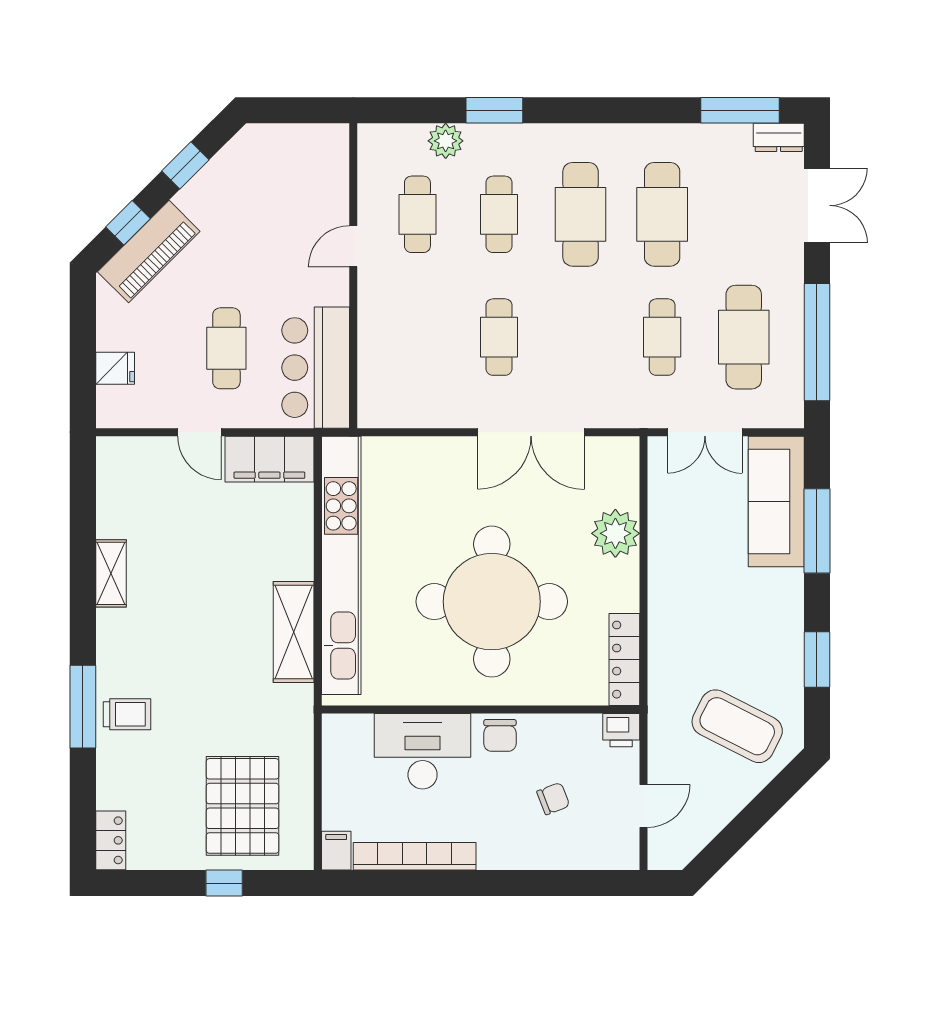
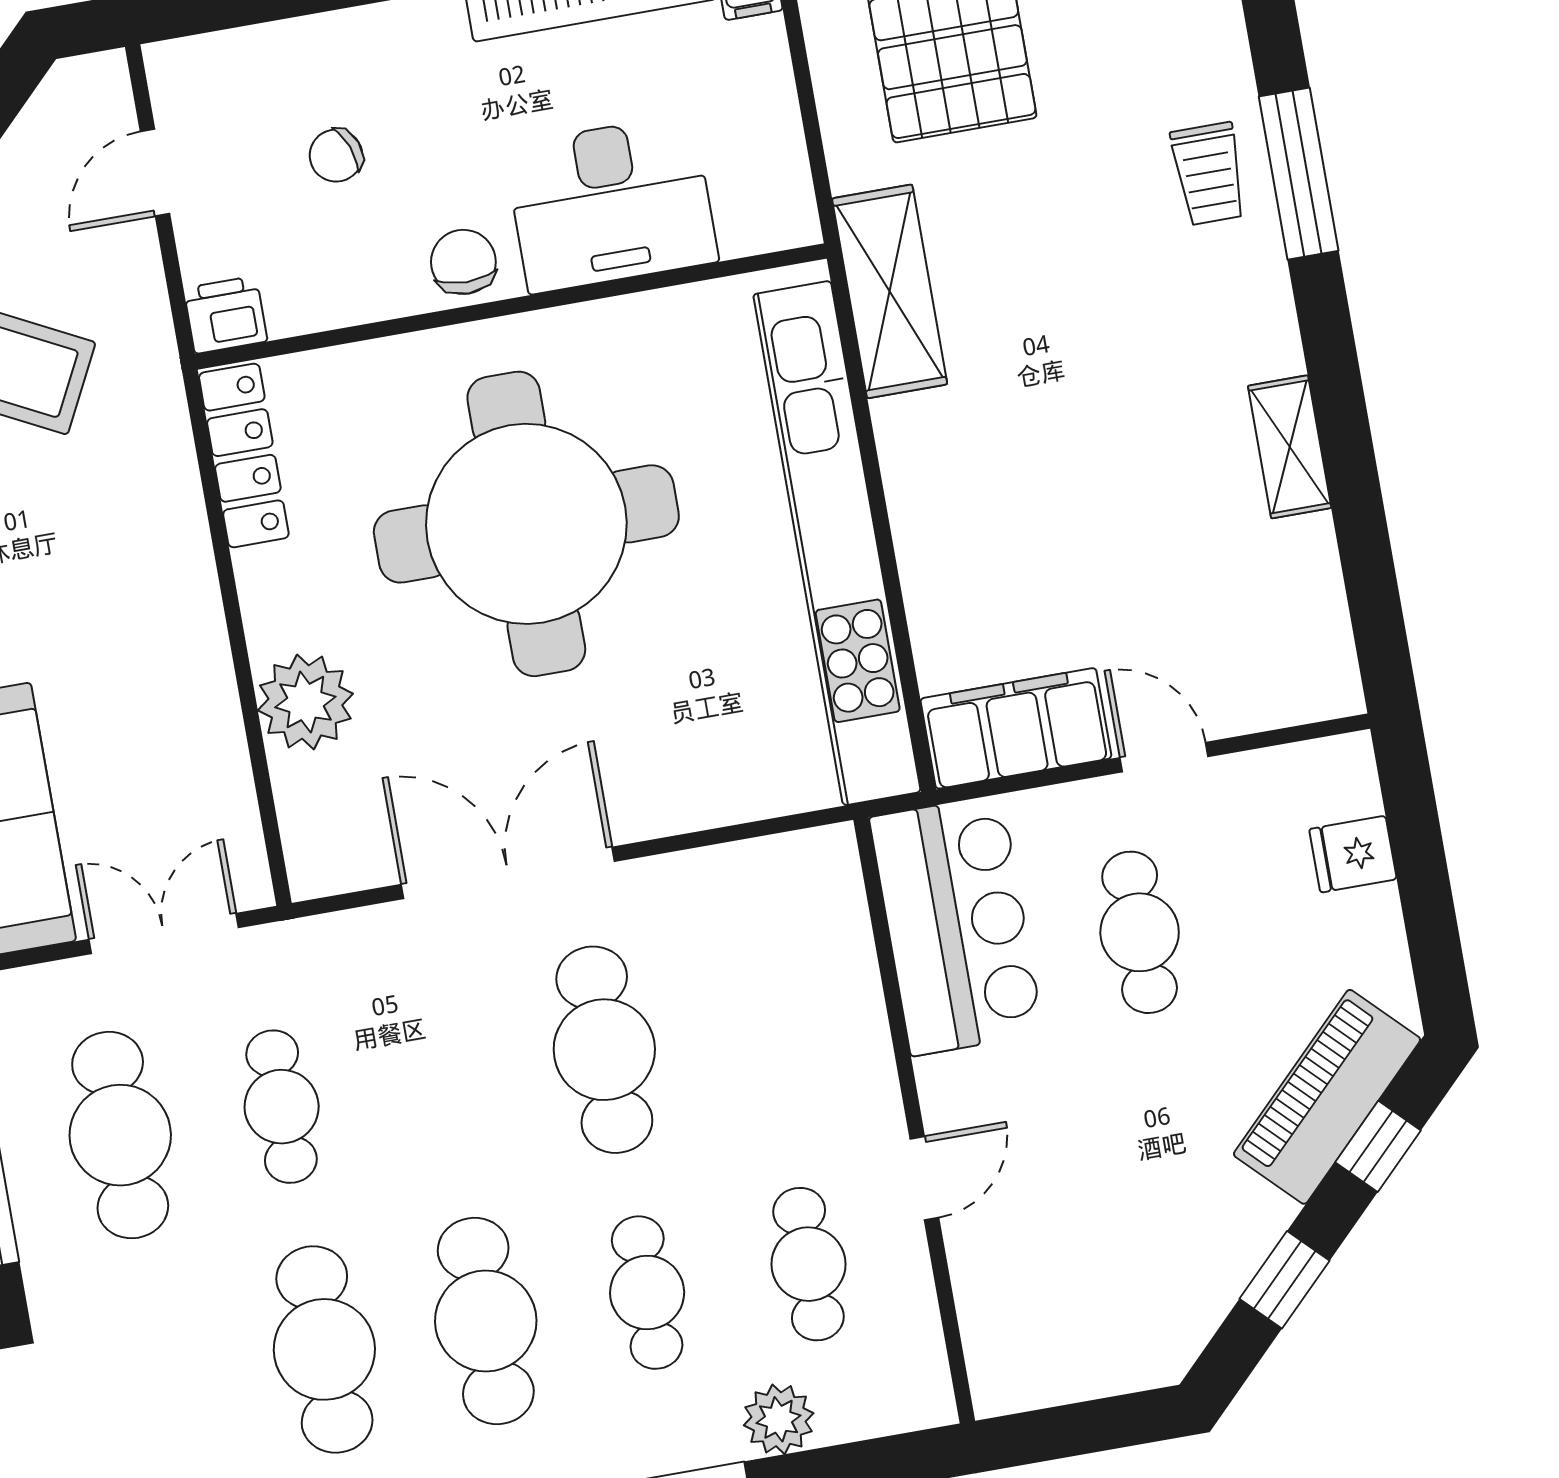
cafe table: (499, 337) -> (604, 1050), width x1.37, depth x1.35
shelving: (294, 632) -> (890, 291), moved
trolley: (127, 714) -> (1209, 174), turned -90

